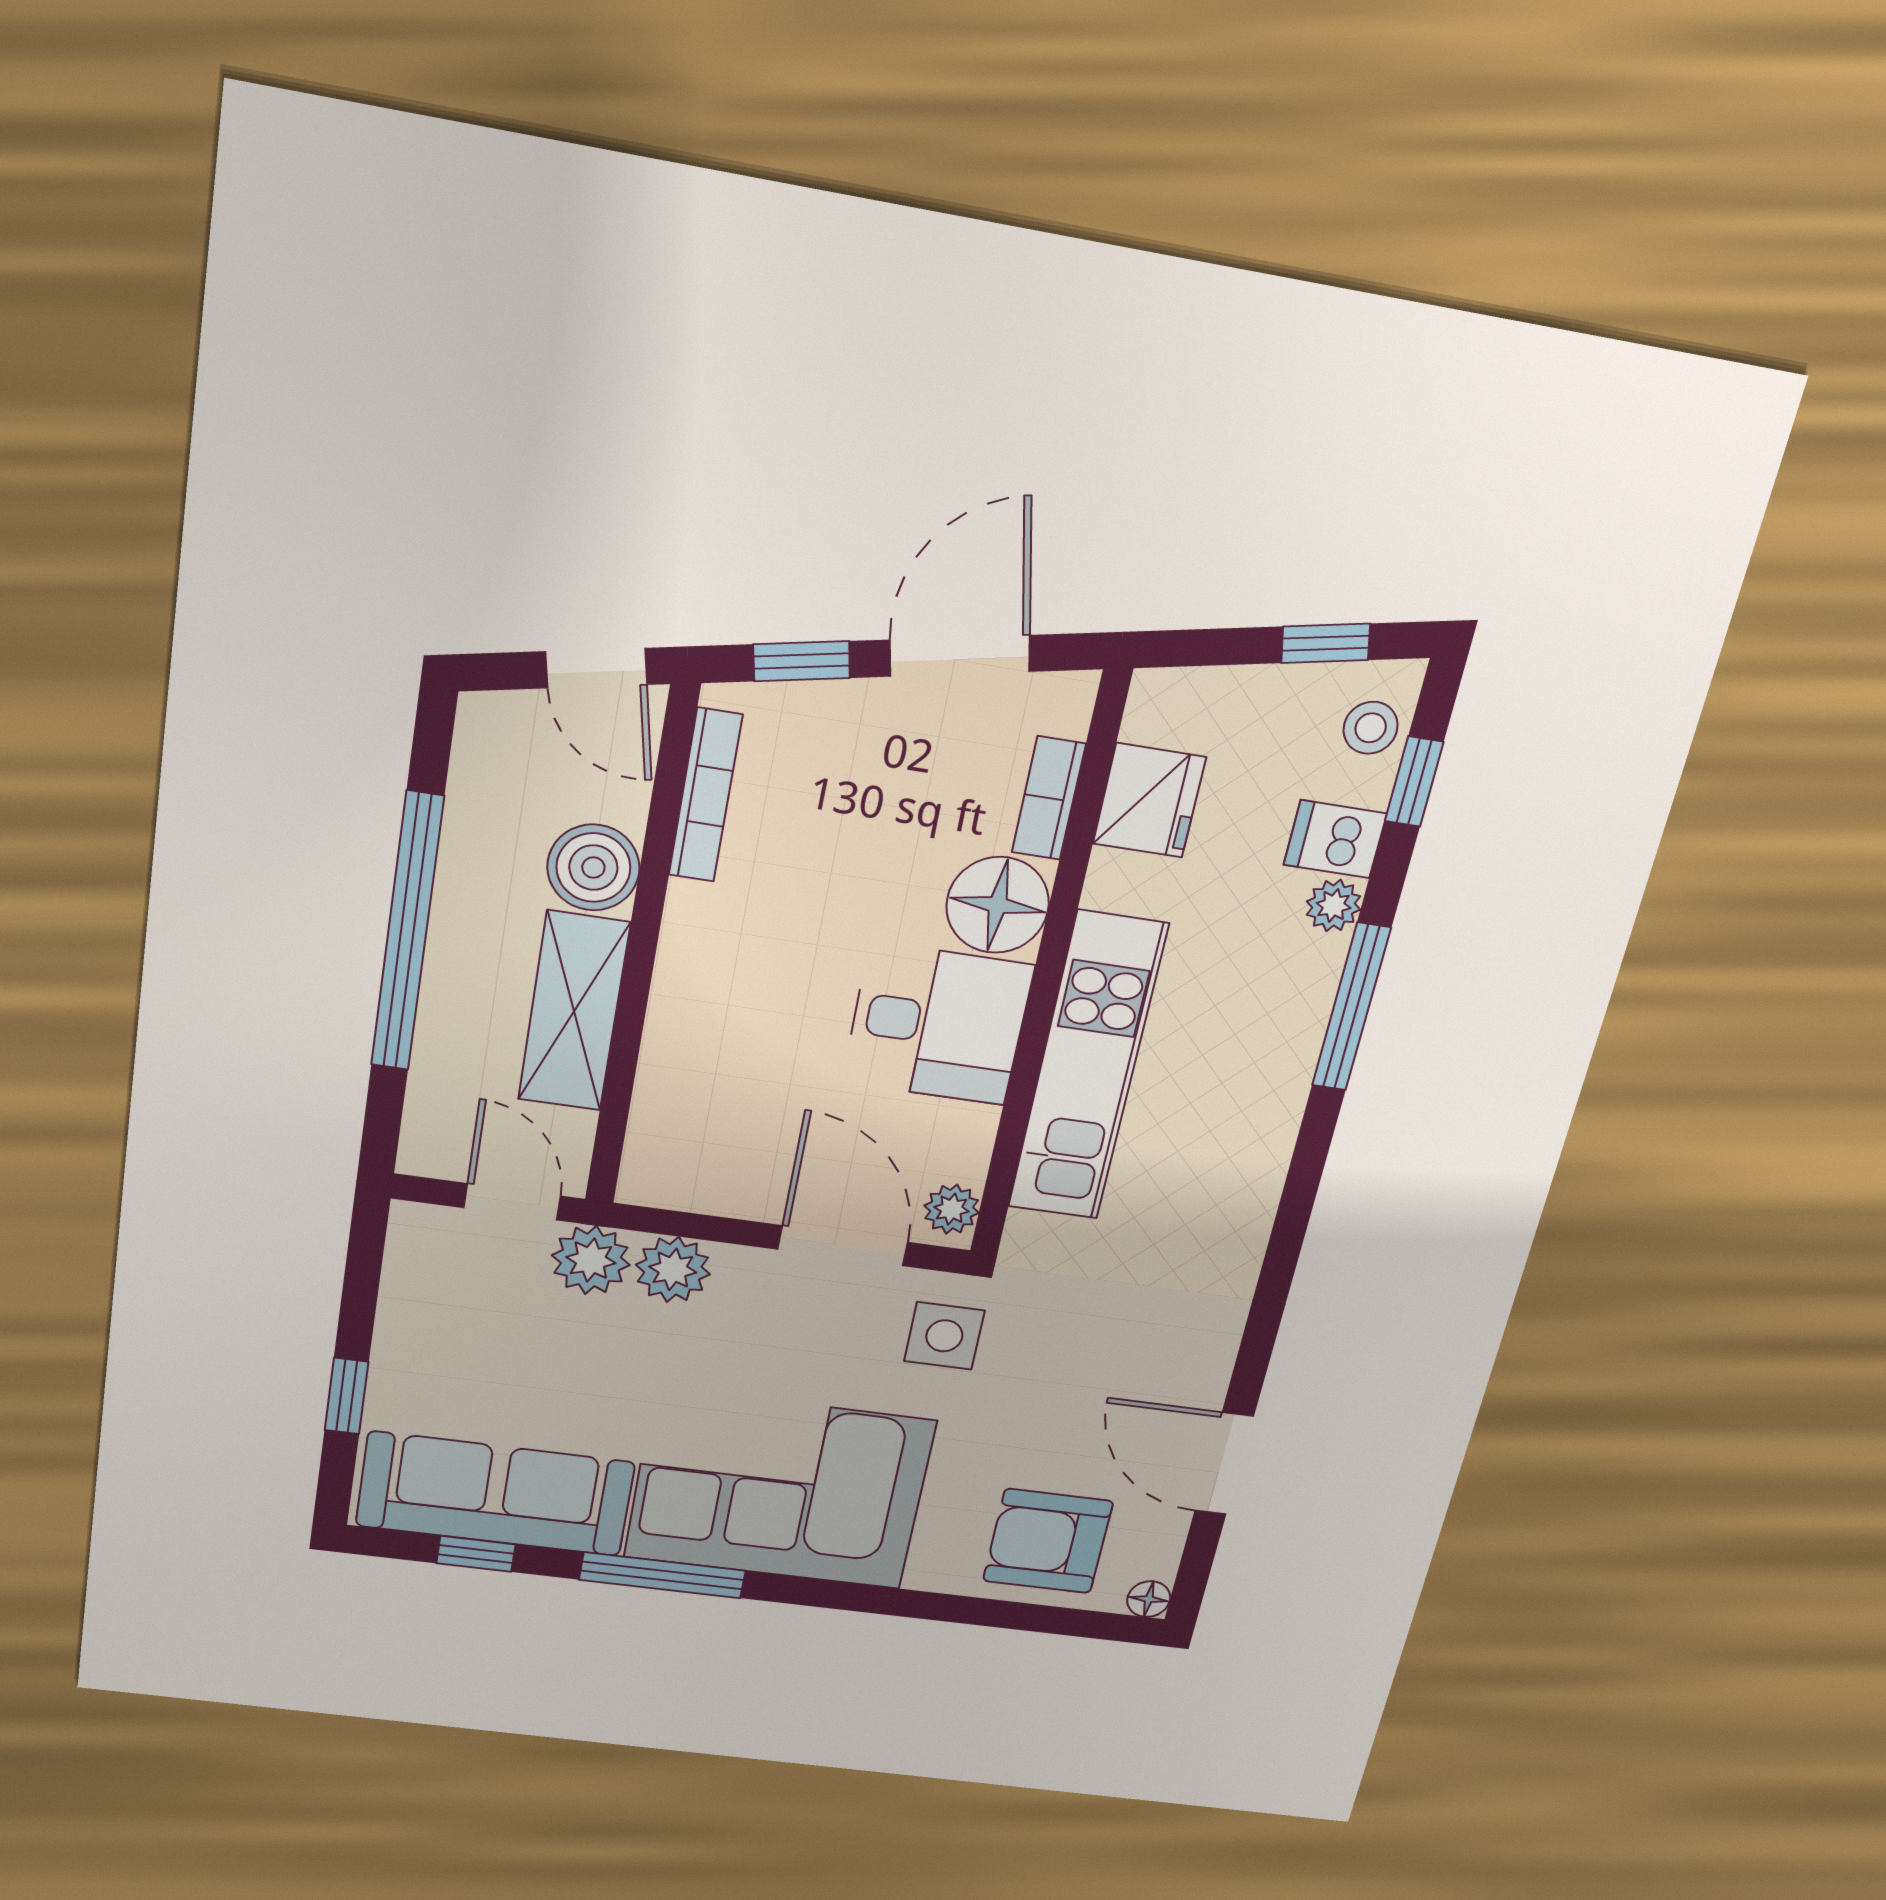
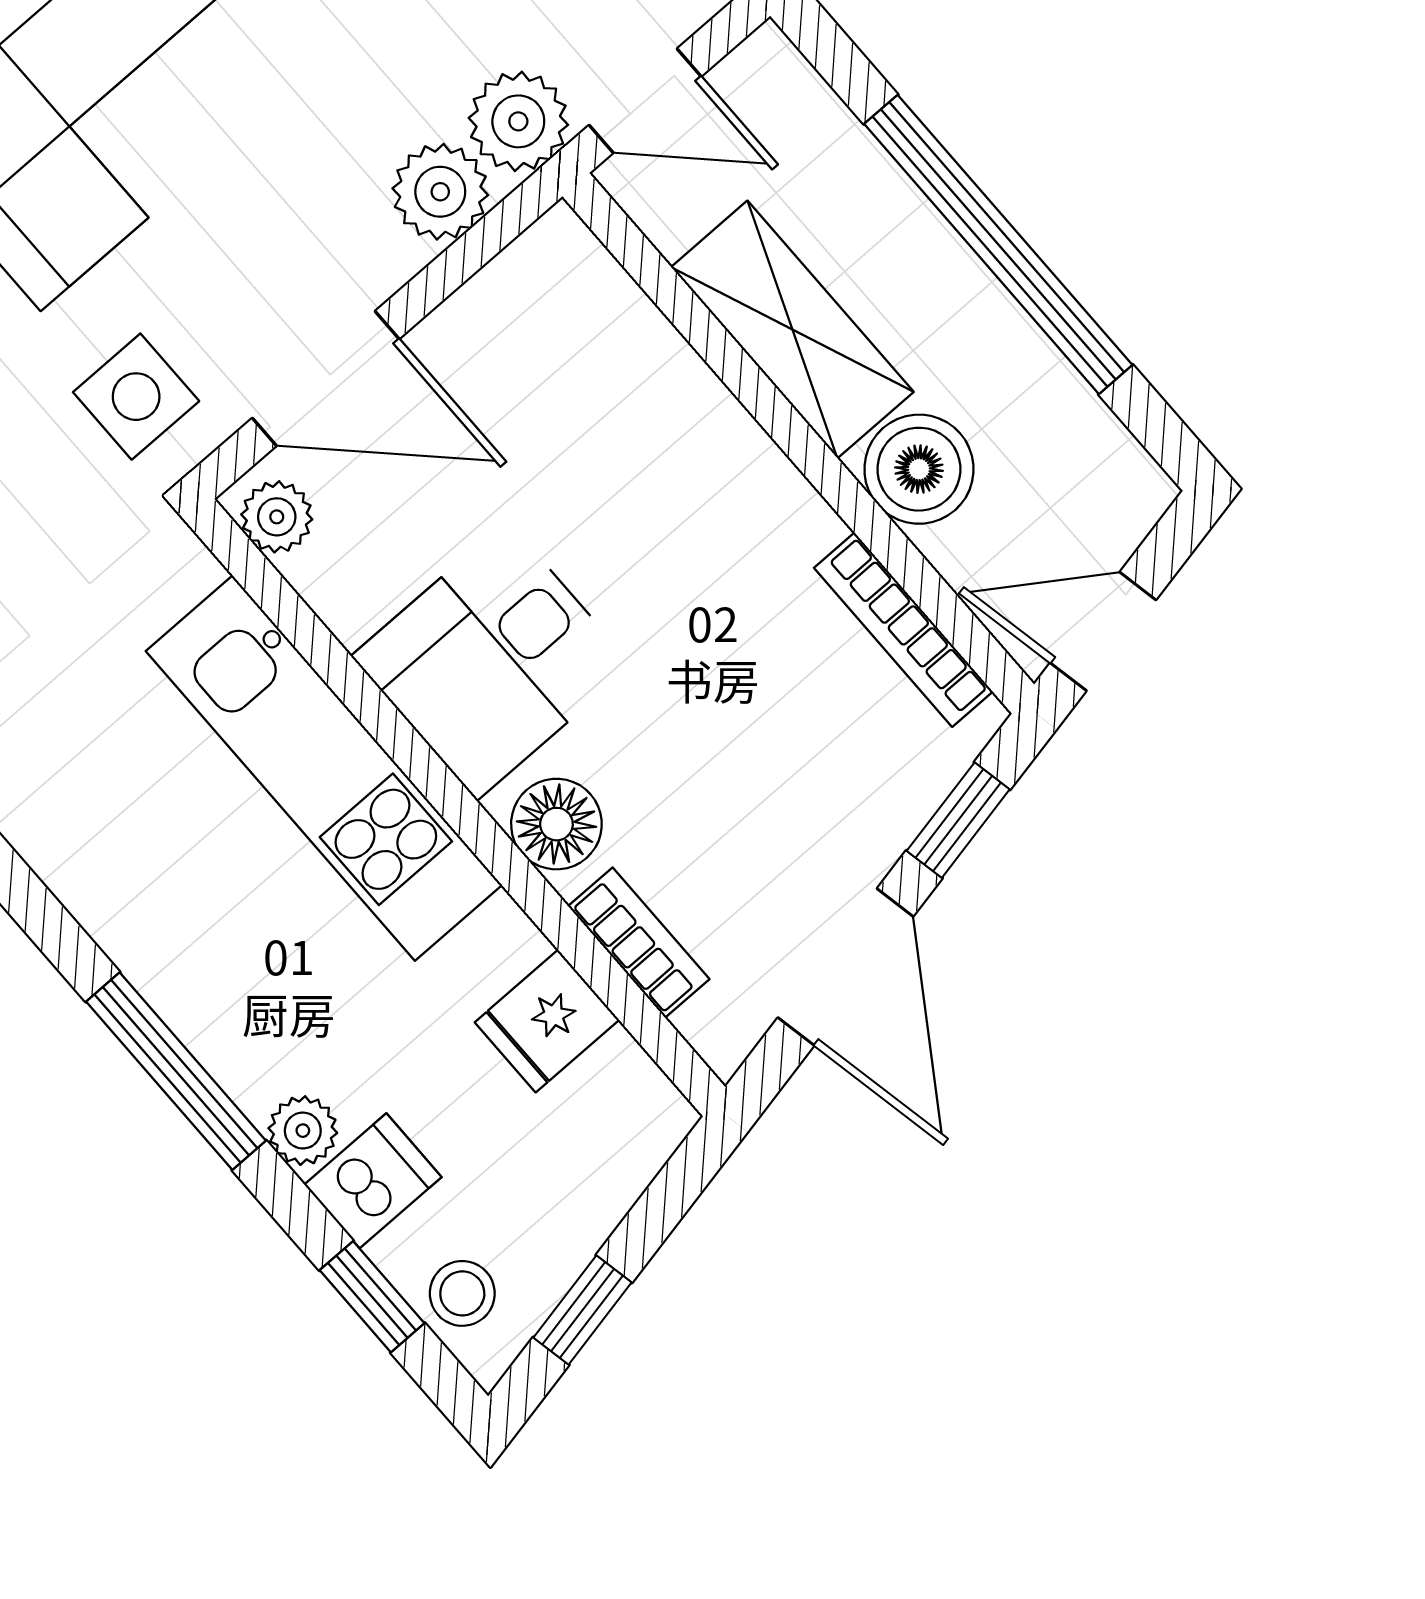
fridge: (1149, 800) -> (547, 1021), width x0.72
floor lamp: (998, 905) -> (556, 824), width x0.73, depth x0.73

